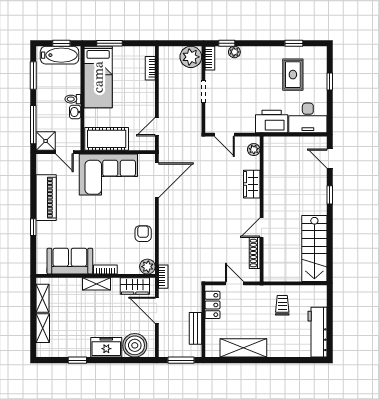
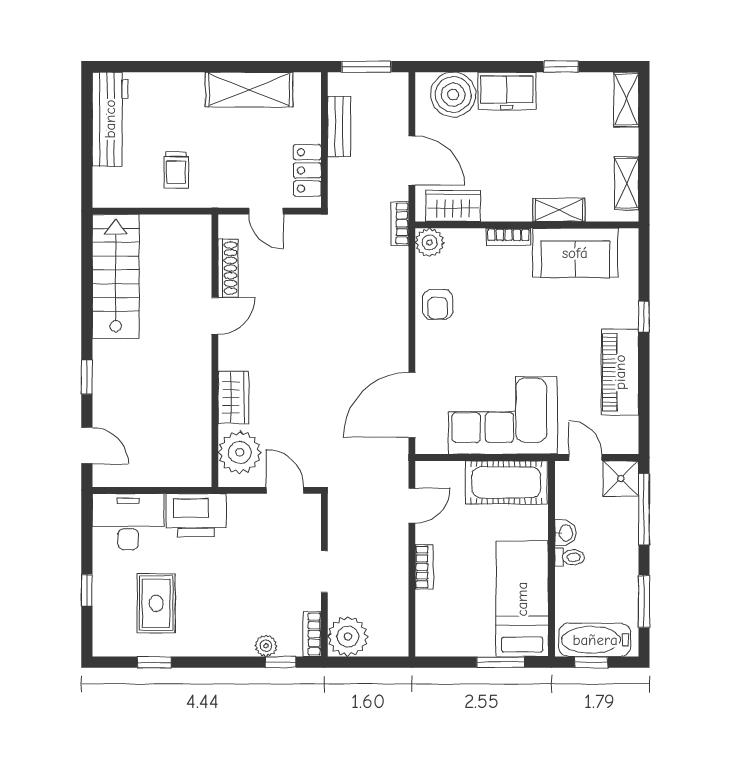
bookcase: (150, 68) -> (424, 567), moved
plant: (254, 150) -> (240, 452), width x1.88, depth x1.88
shelving: (97, 284) -> (559, 210), moved
shelving: (43, 328) -> (626, 99), moved

